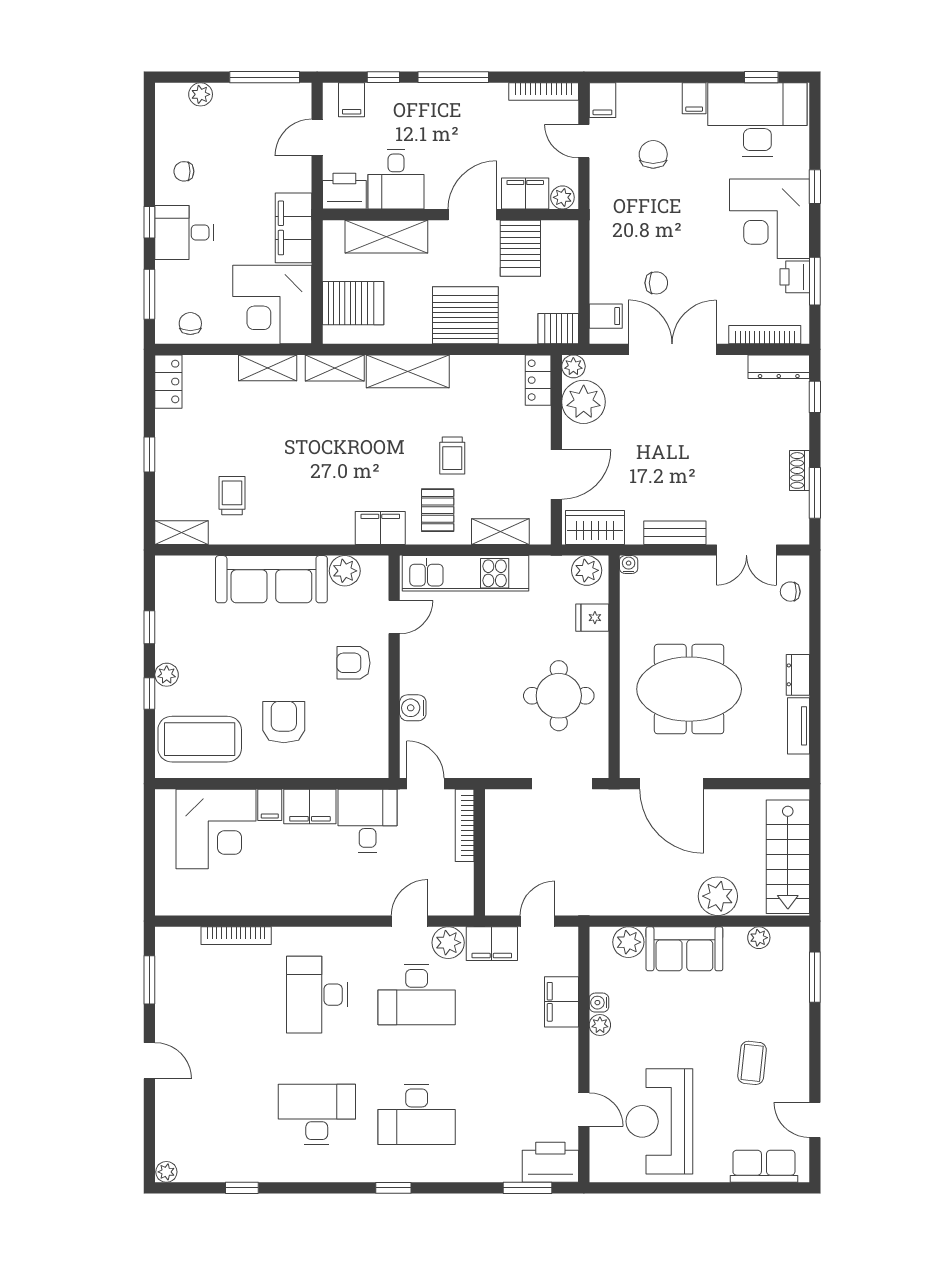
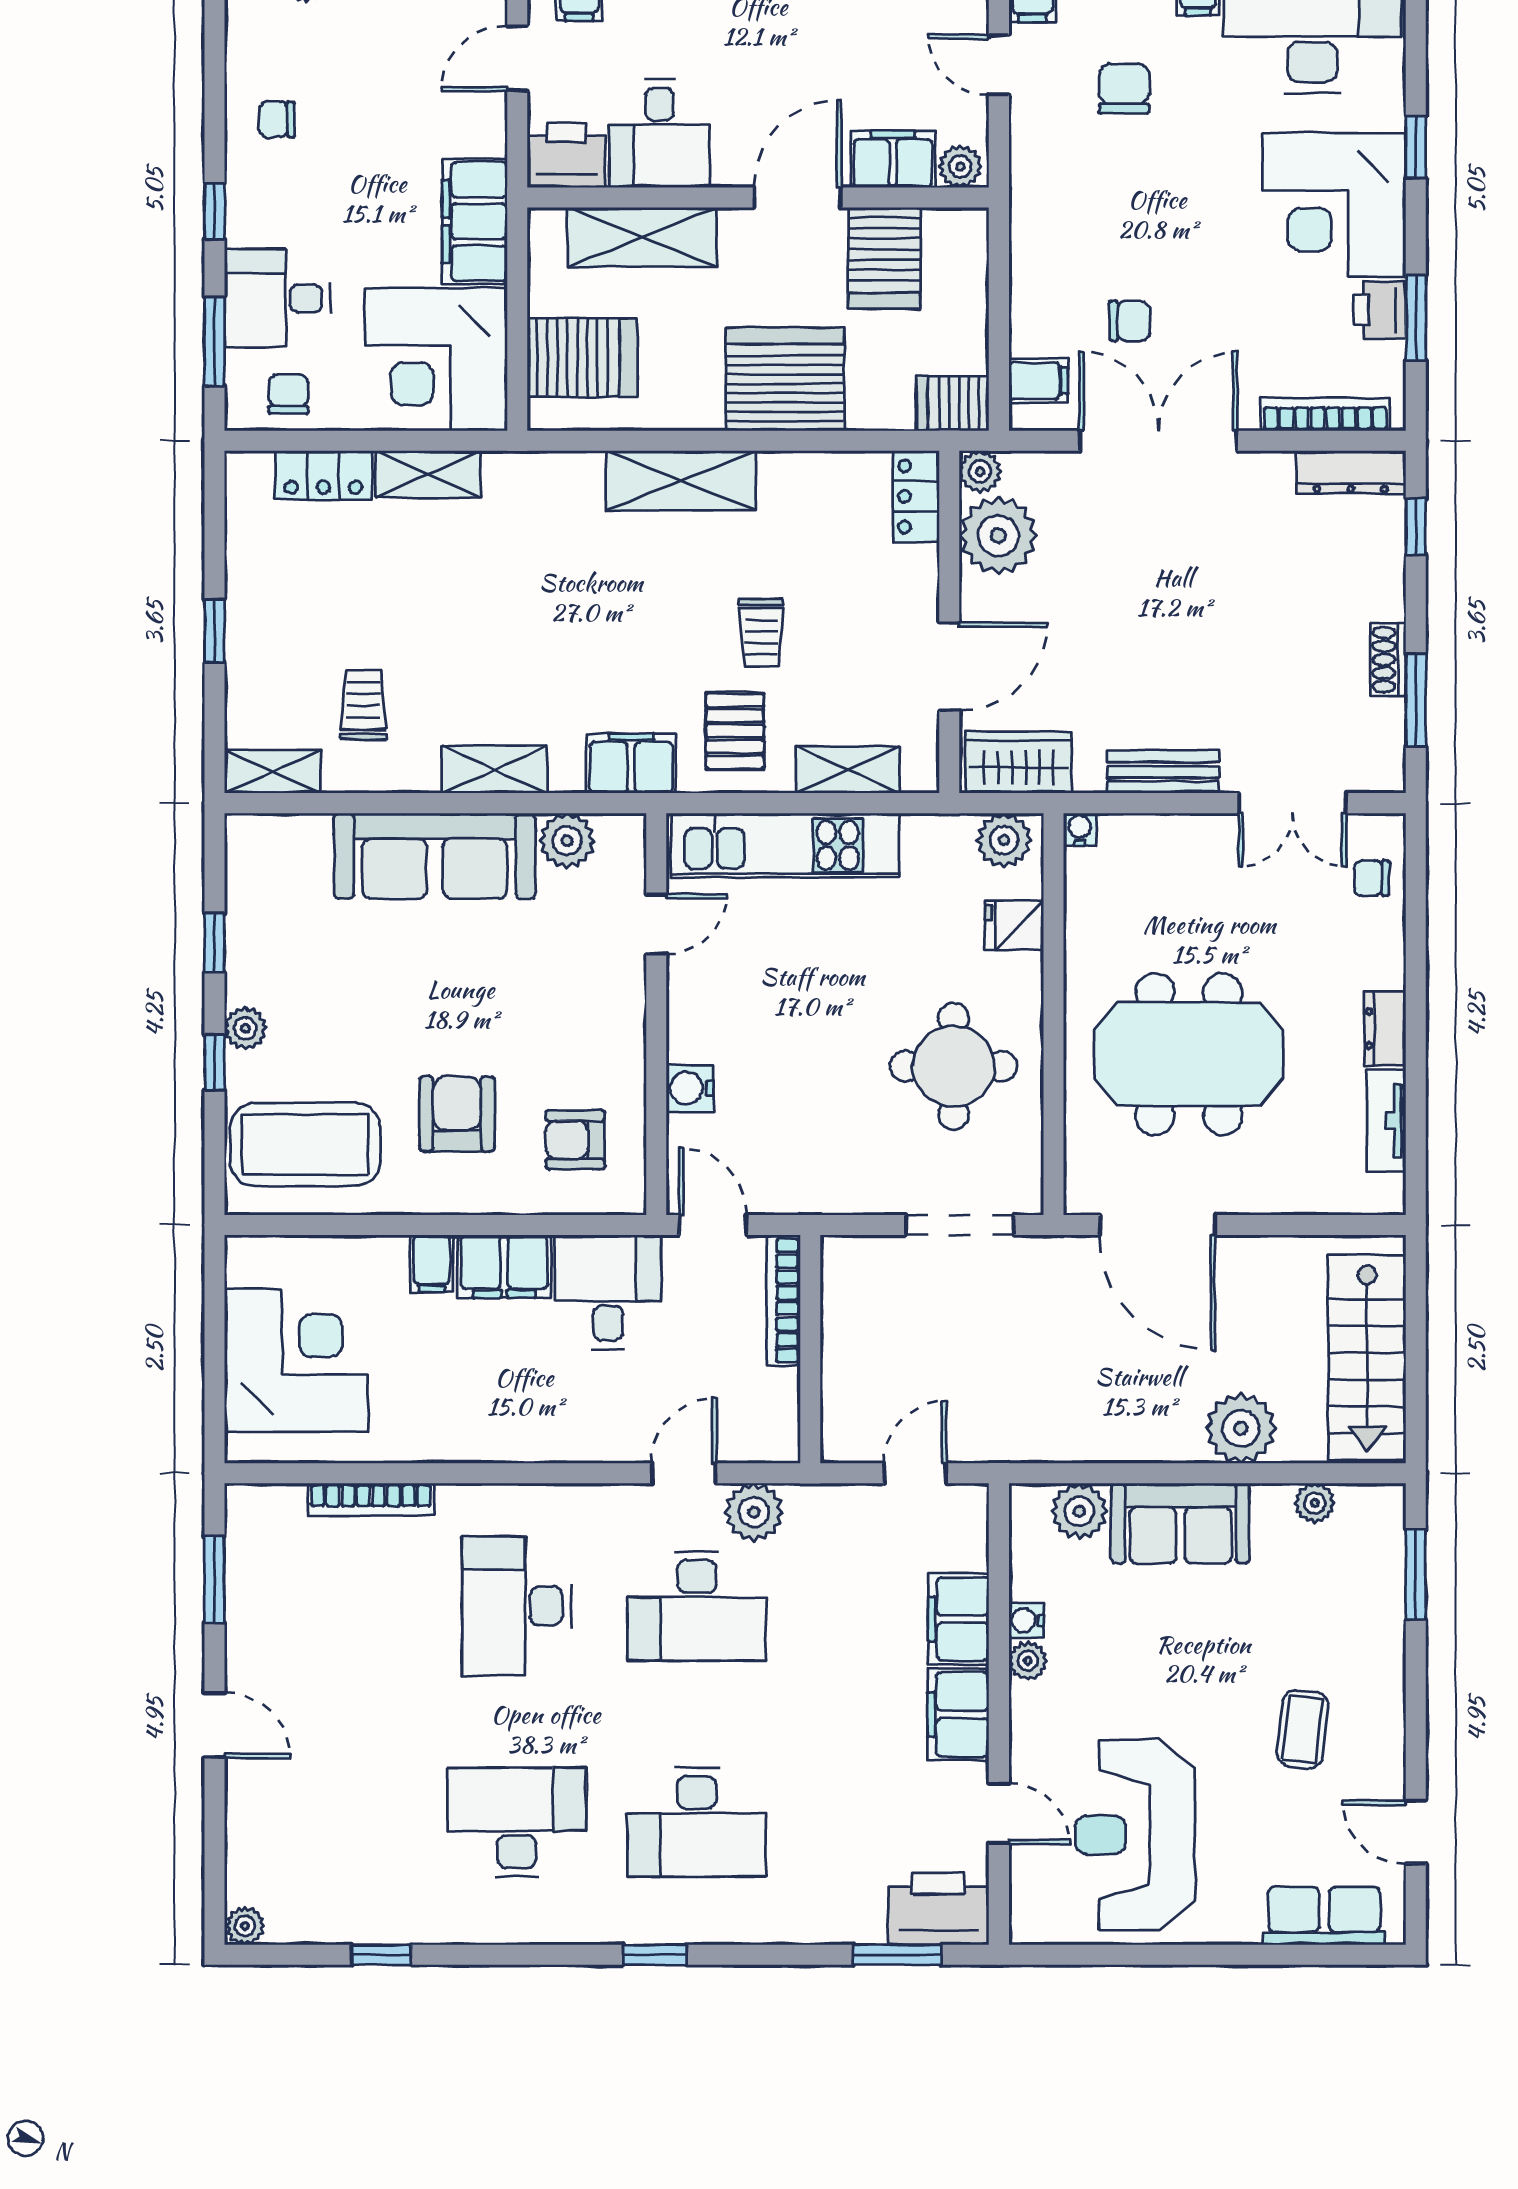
desk: (184, 232) -> (277, 298), moved
shelving: (335, 368) -> (494, 769), moved
locker: (168, 382) -> (323, 475), moved, turned 90
armchair: (354, 663) -> (575, 1140), moved
corner desk: (216, 829) -> (296, 1360), moved, turned -90
filing cabinet: (492, 944) -> (958, 1714), moved, turned 90

